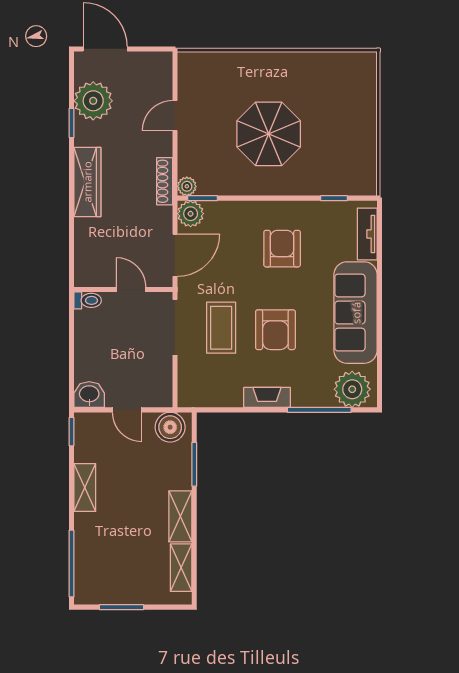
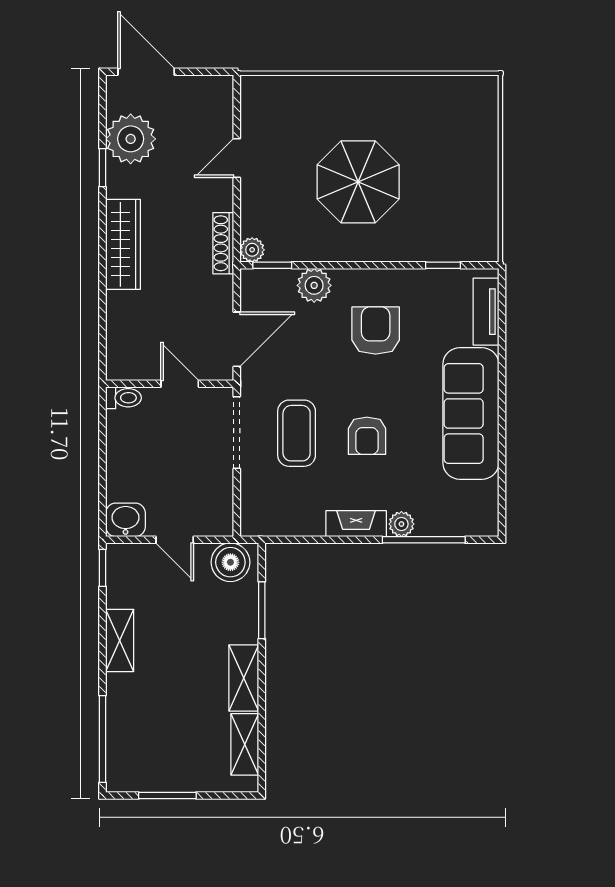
plant: (191, 214) -> (314, 285), moved
armchair: (275, 330) -> (367, 436), width x0.72, depth x0.72
plant: (352, 389) -> (401, 524), moved, width x0.53, depth x0.53

